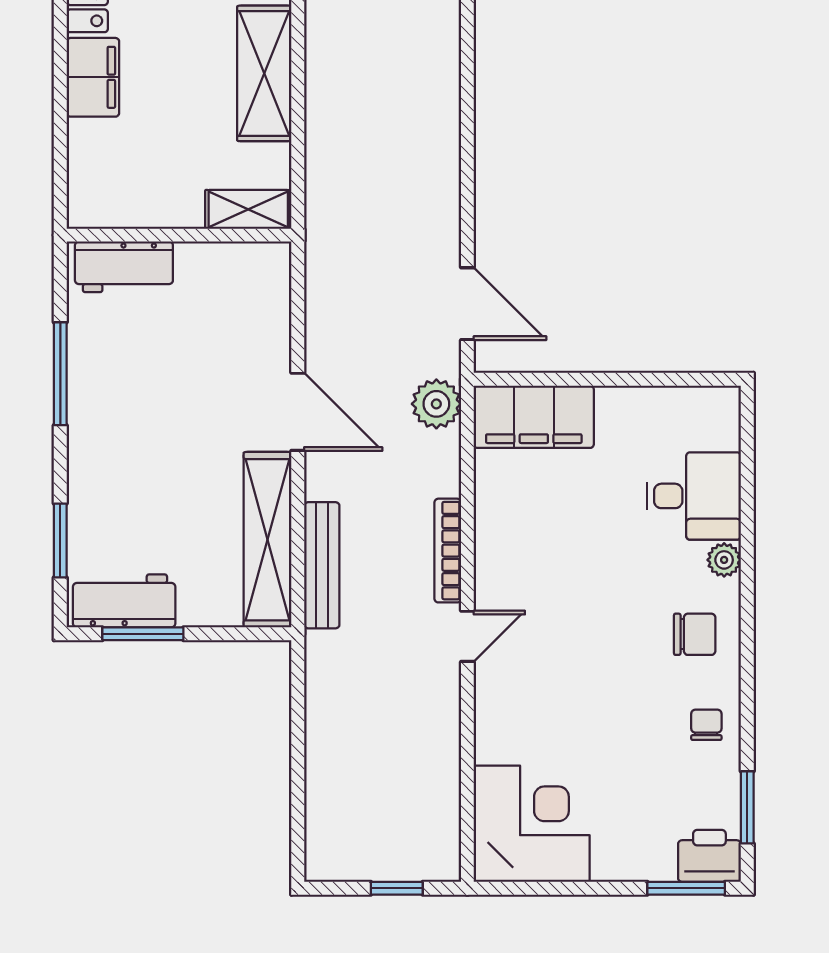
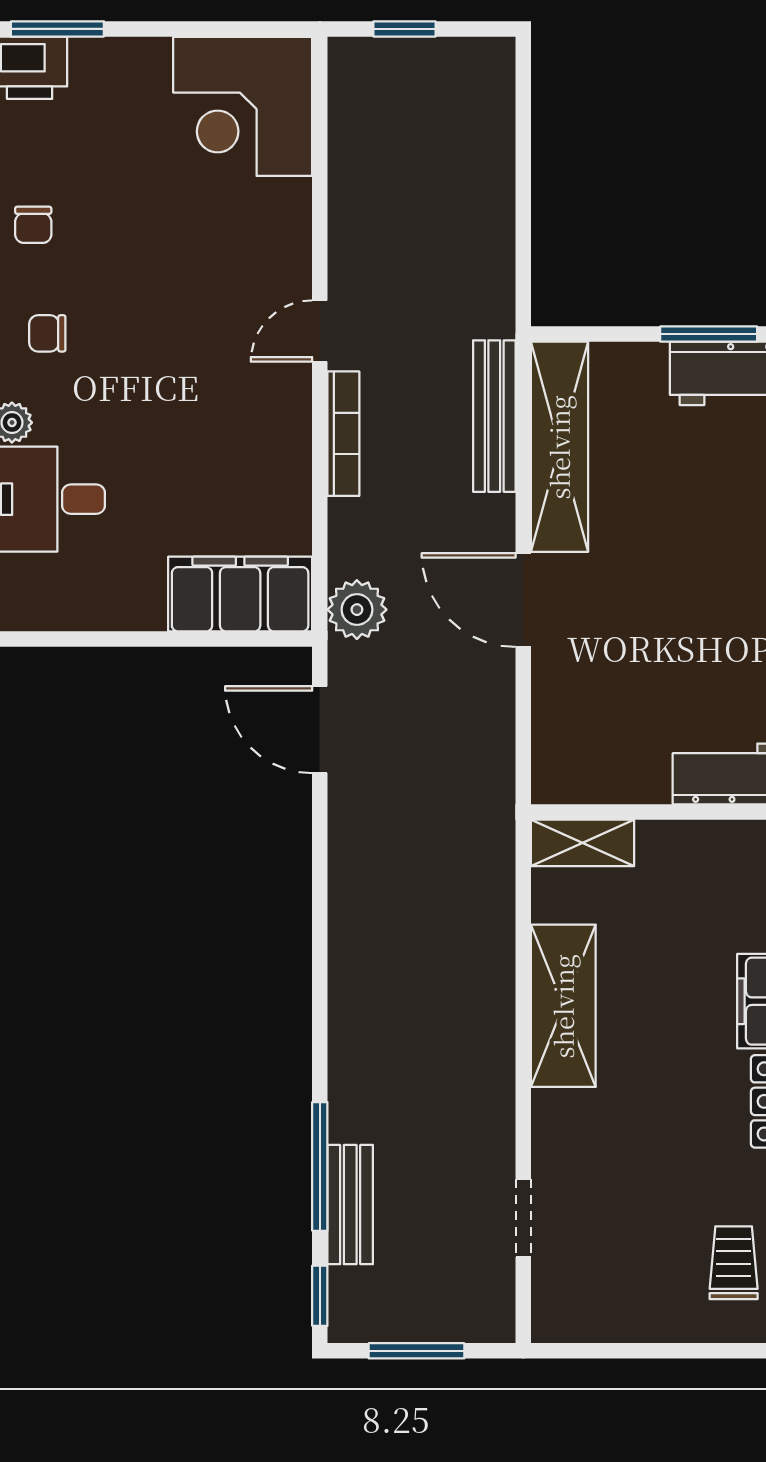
chair: (695, 634) -> (47, 333), width x0.73, depth x0.73

